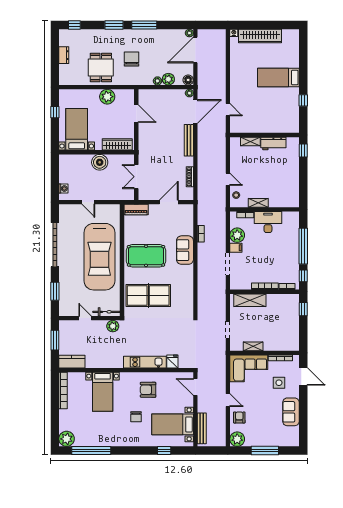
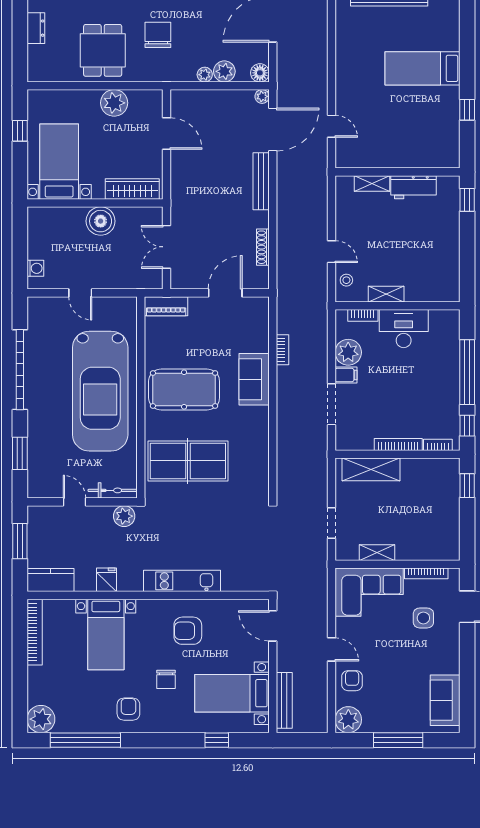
fridge: (172, 361) -> (106, 580), moved
sofa: (291, 412) -> (445, 700), moved
armchair: (115, 433) -> (128, 709), added

